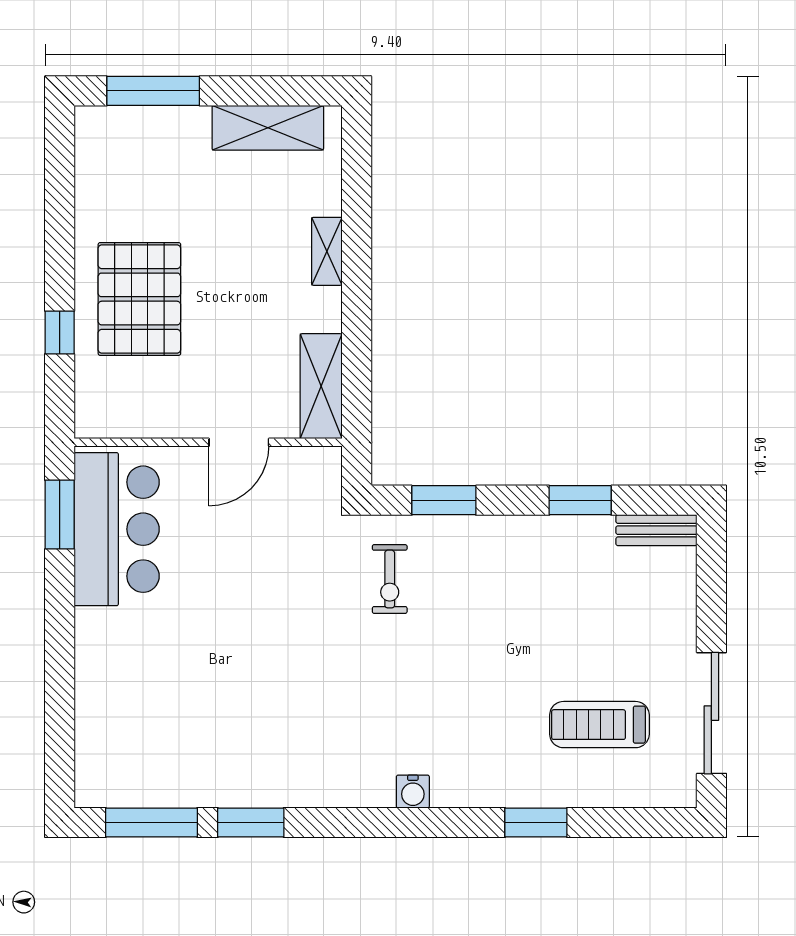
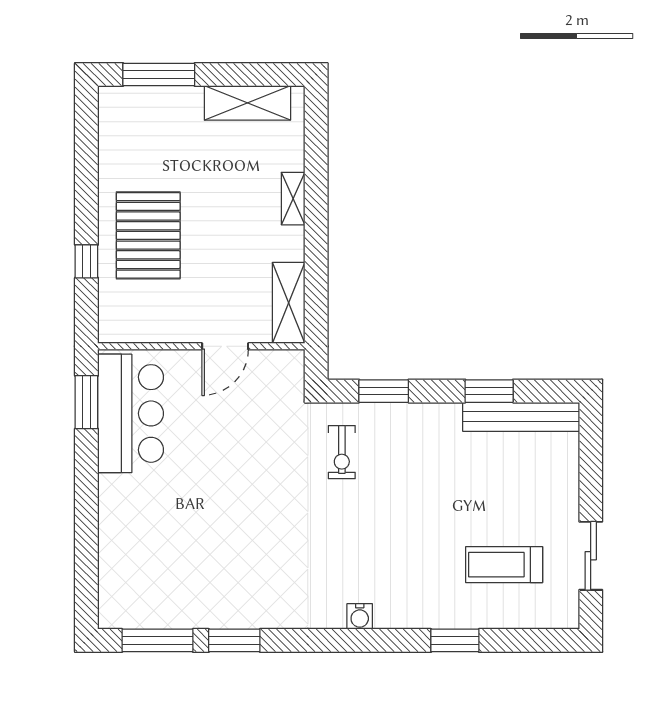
bench: (656, 530) -> (521, 417), width x1.86, depth x1.21
sliding door: (711, 713) -> (591, 556), width x0.73

